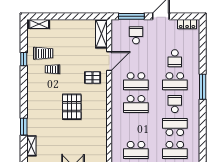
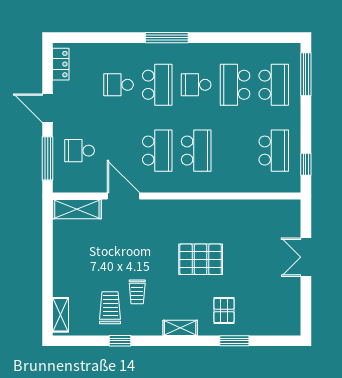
school desk: (175, 58) -> (118, 85), turned 180
pallet: (92, 78) -> (224, 310), moved
shelving: (31, 146) -> (180, 328), moved

